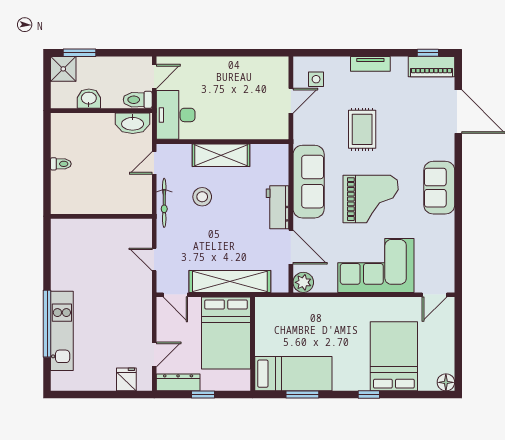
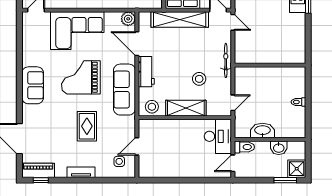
washbasin: (133, 123) -> (262, 131), moved
stool: (269, 157) -> (152, 107), added
bicycle: (164, 203) -> (226, 60), moved
door: (154, 260) -> (233, 22), moved

